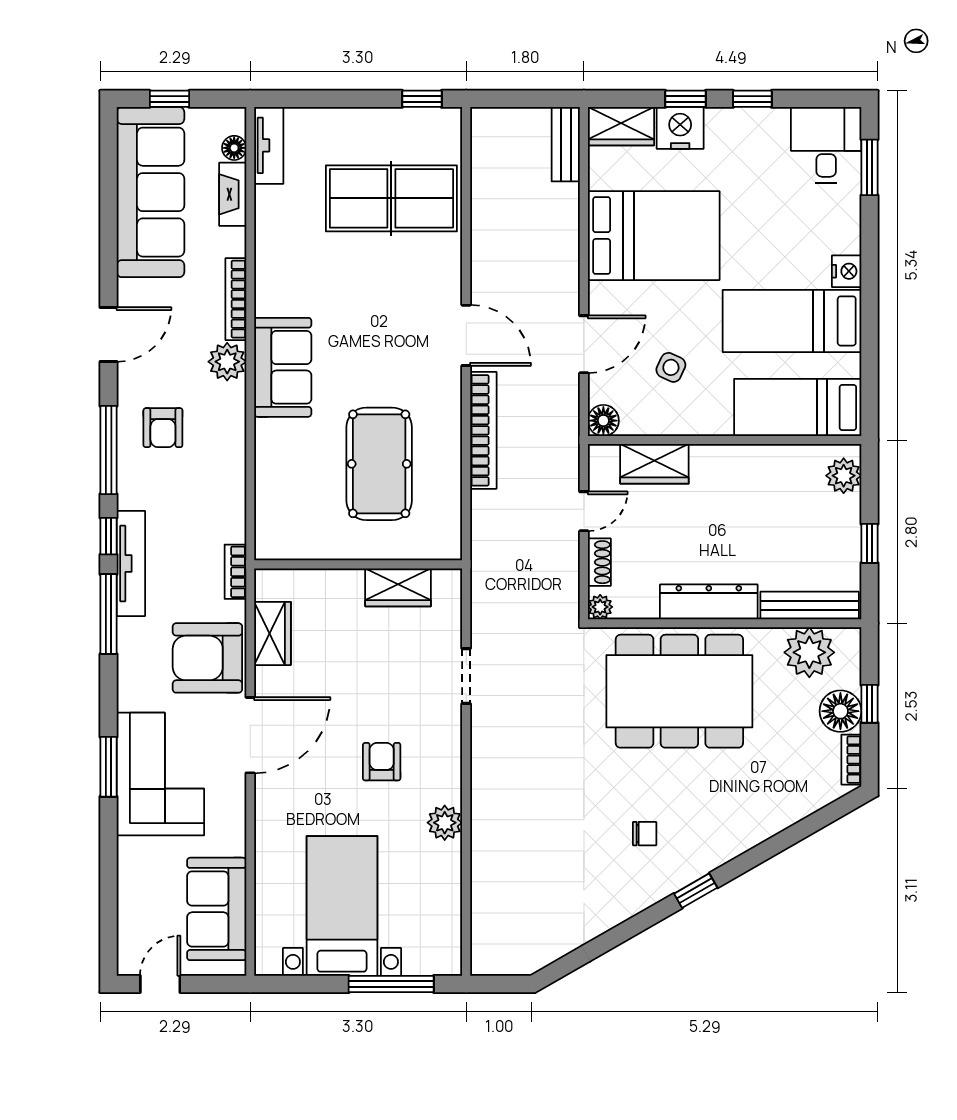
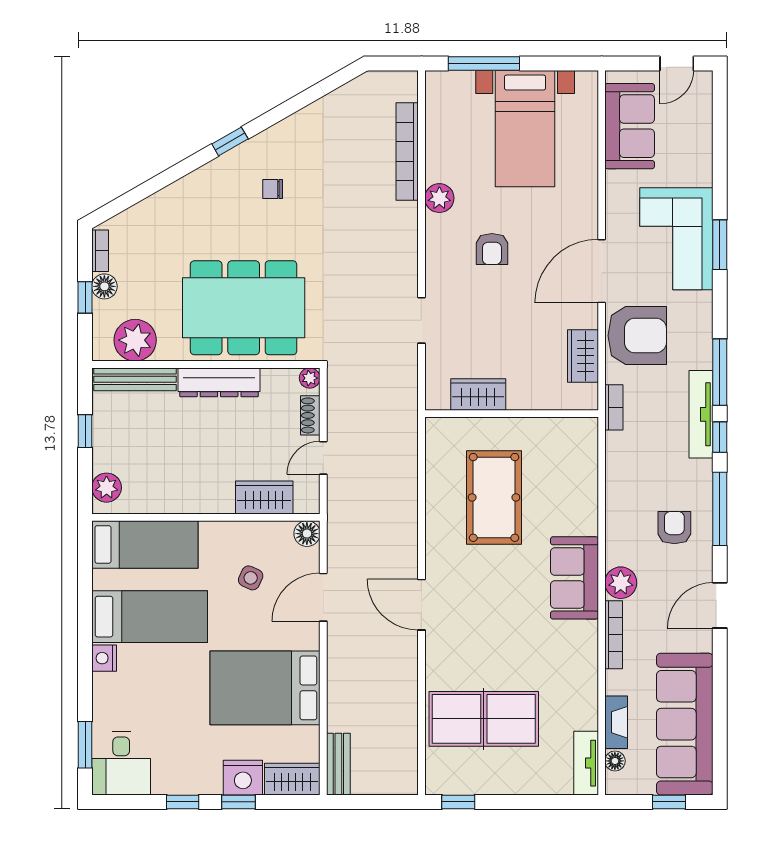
bookcase: (483, 430) -> (407, 152), moved
floor lamp: (840, 711) -> (104, 286), width x0.73, depth x0.73

